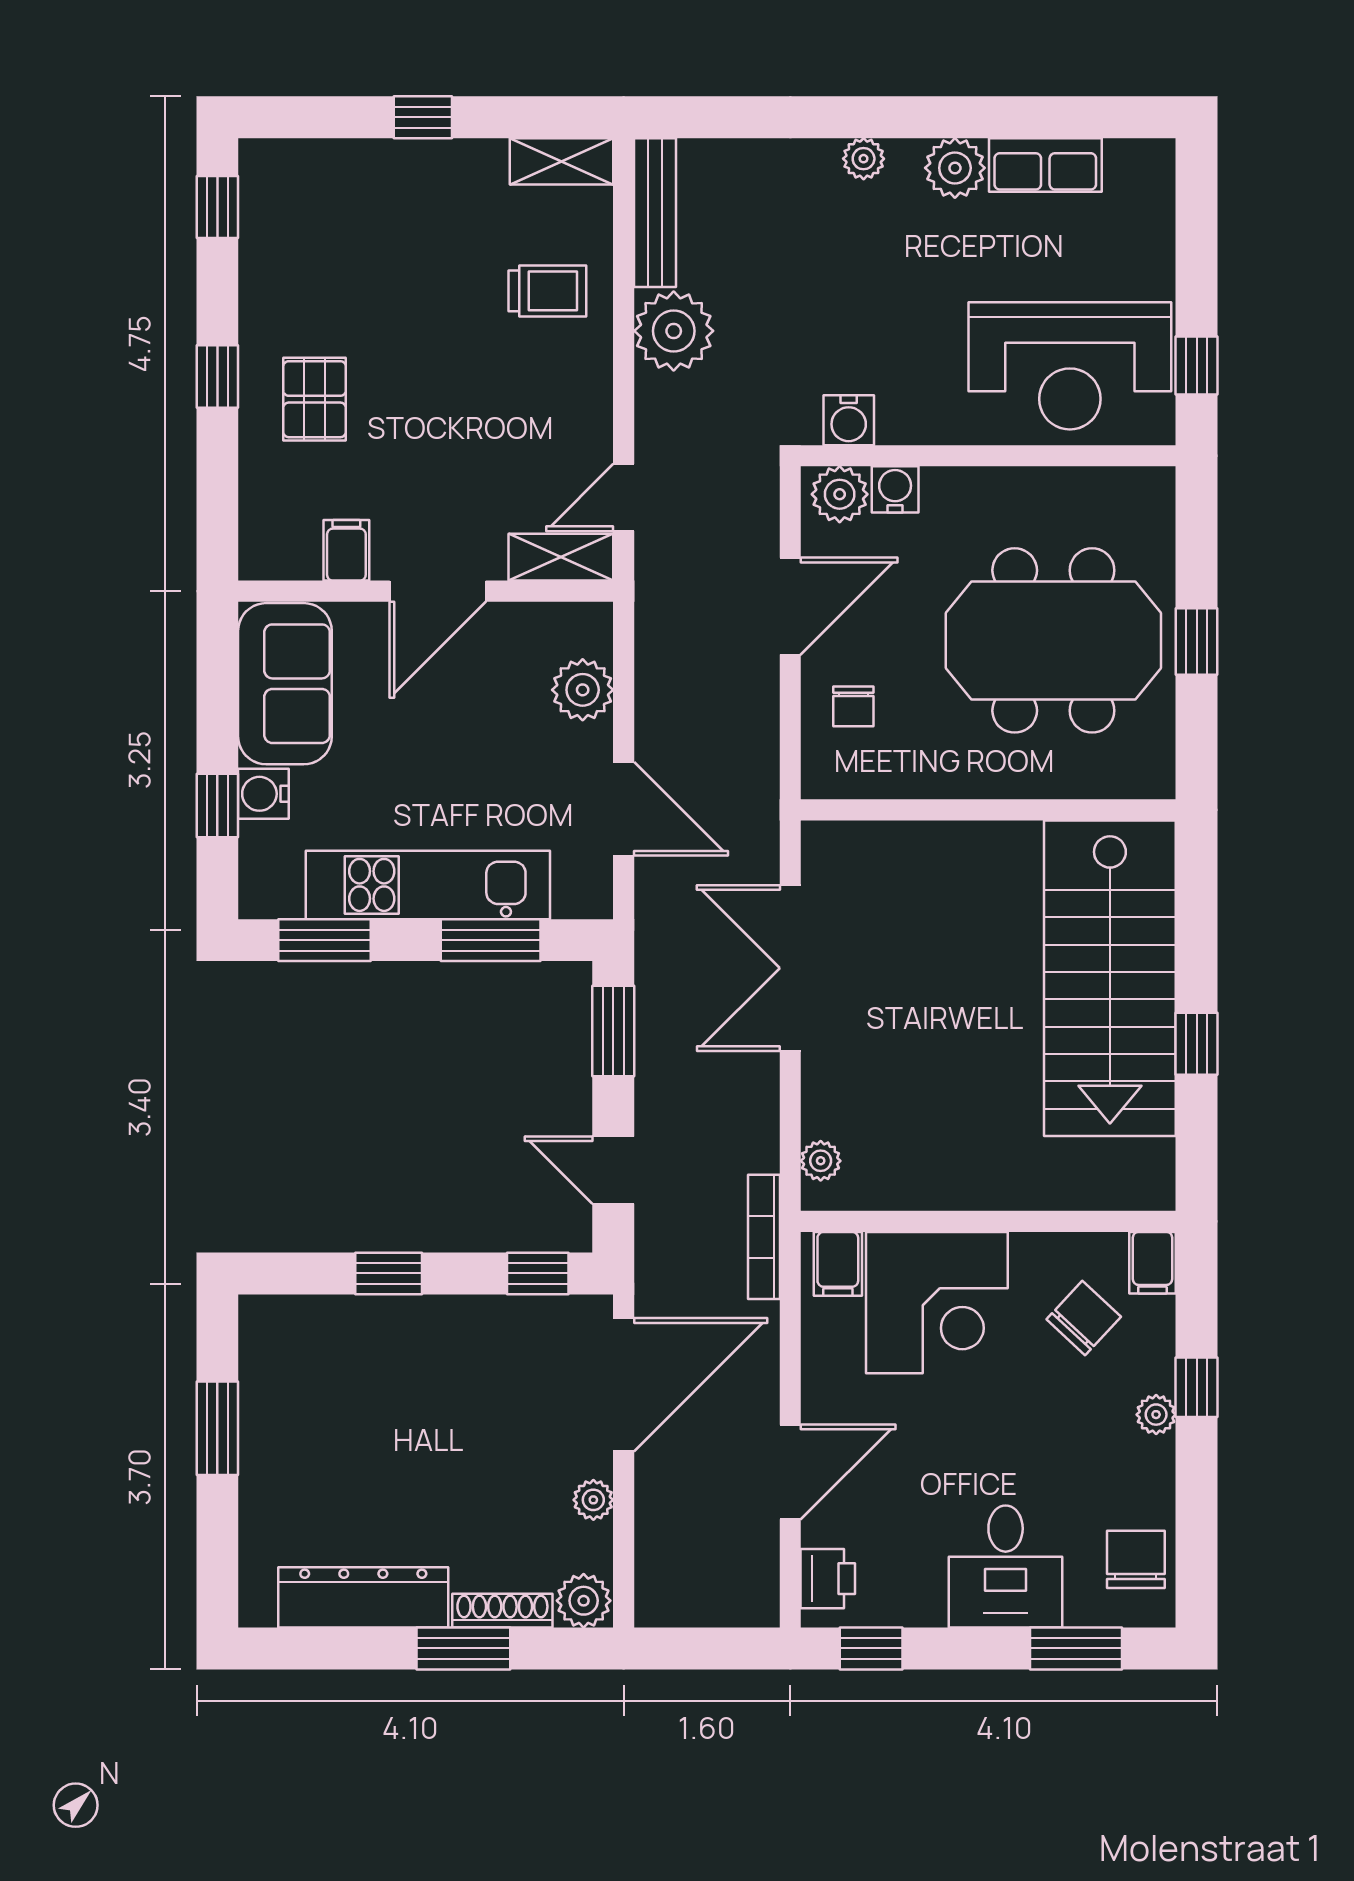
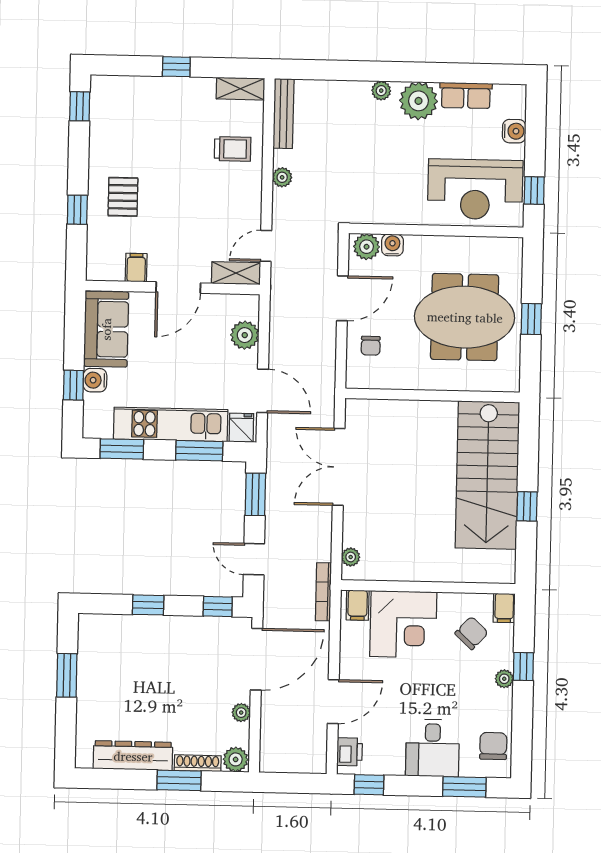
plant: (955, 168) -> (419, 101), width x1.36, depth x1.36
plant: (674, 331) -> (282, 177), width x0.53, depth x0.53
window: (217, 377) -> (77, 210), moved
water cooler: (849, 420) -> (514, 131), moved, turned -90
fridge: (580, 889) -> (241, 428), added

